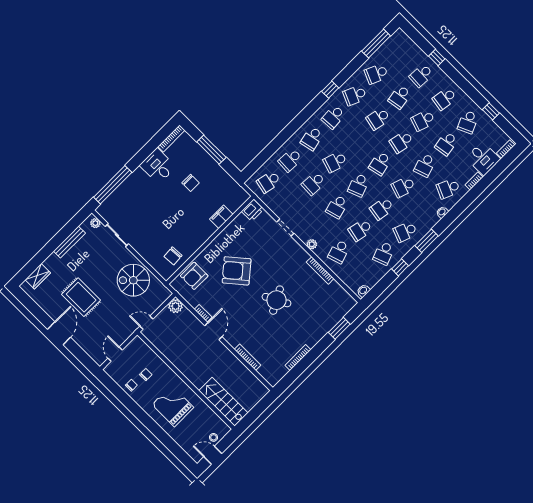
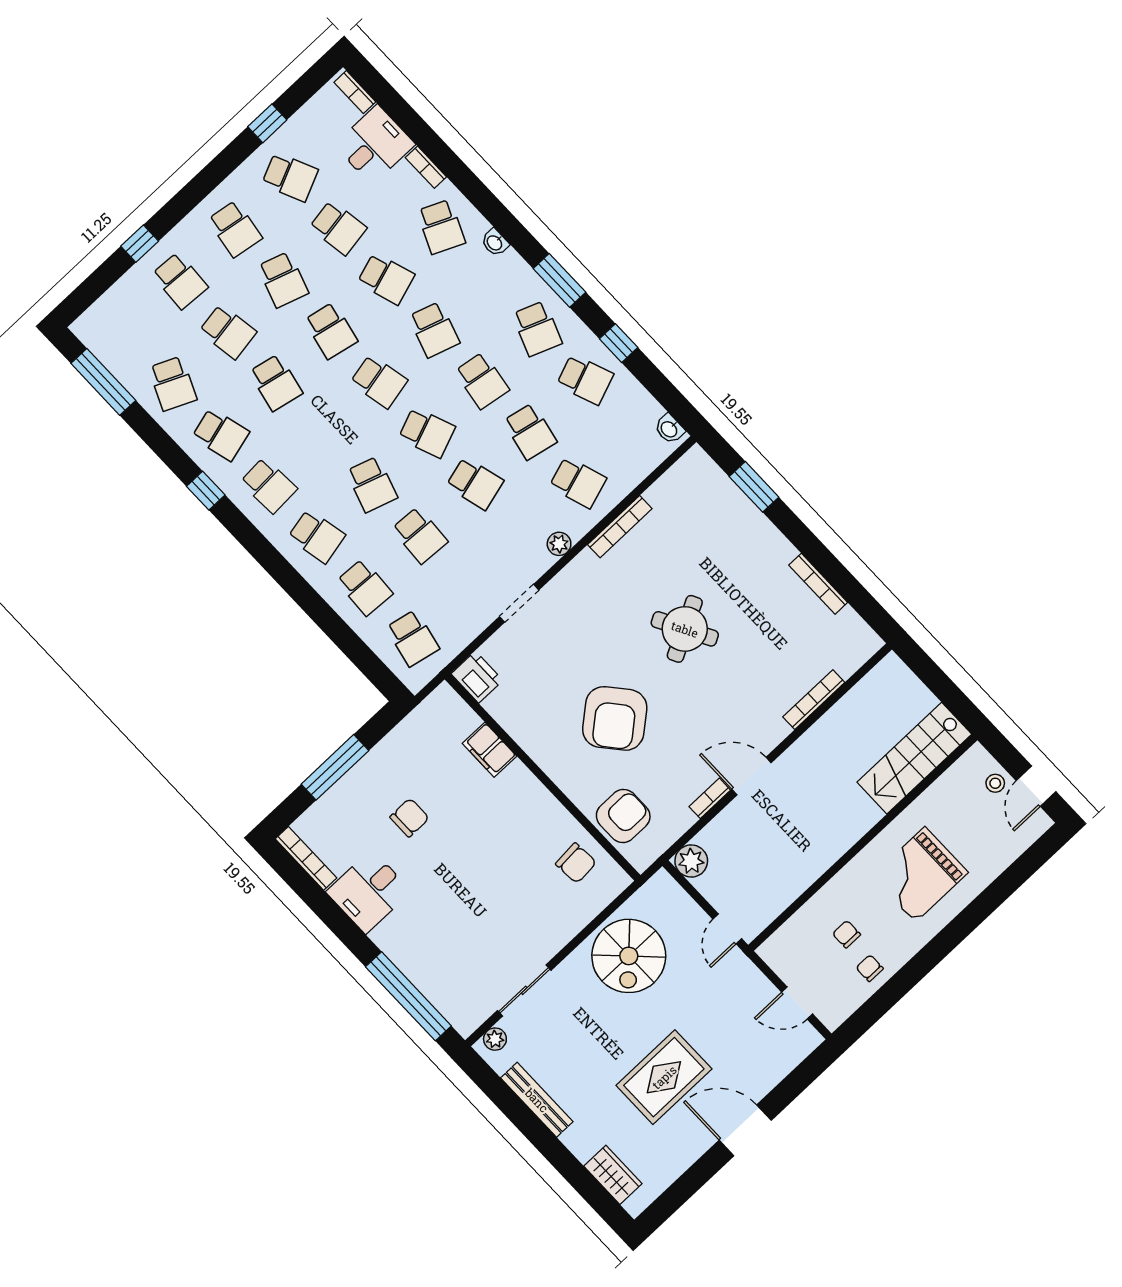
school desk: (355, 95) -> (221, 434), turned -39
armchair: (194, 276) -> (623, 816), turned -90

